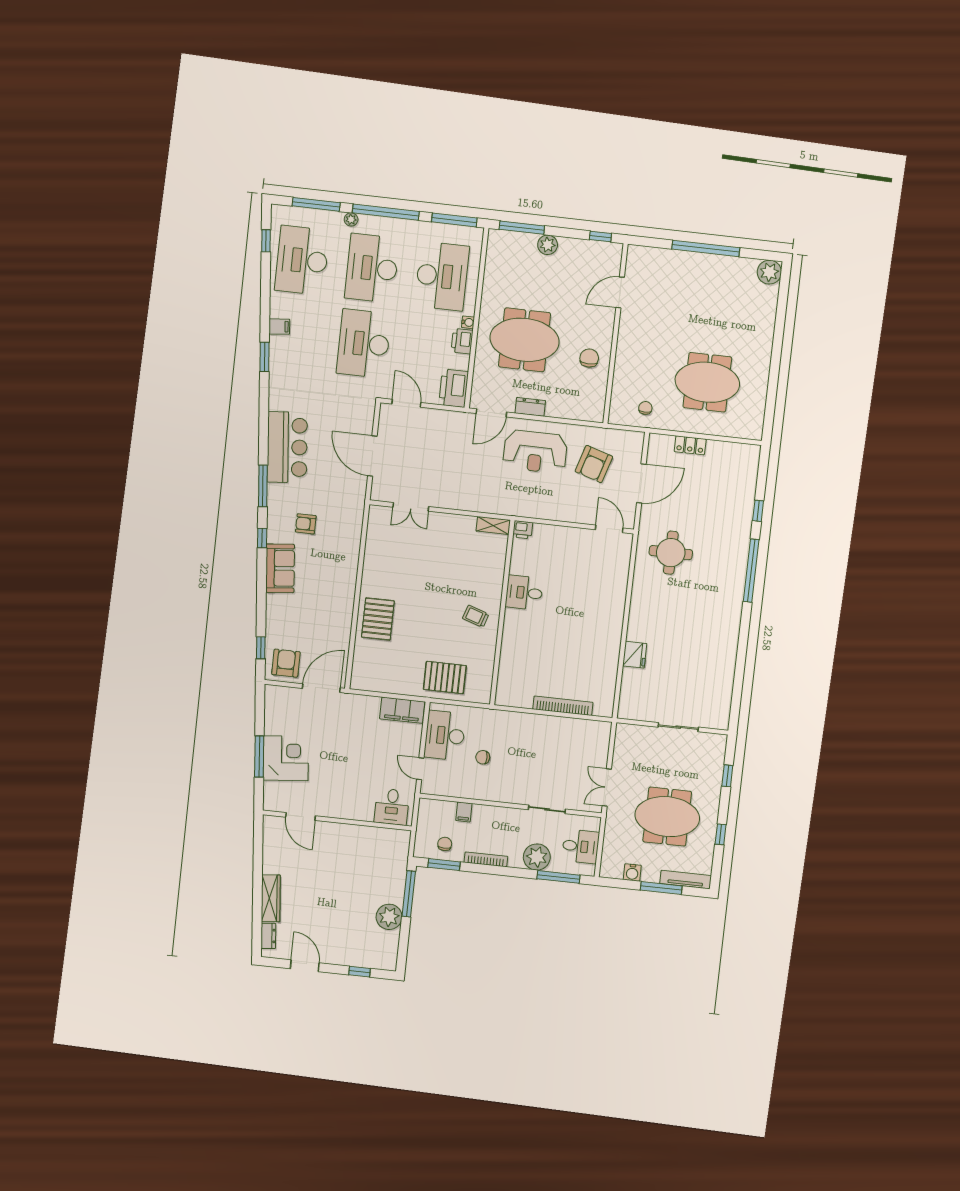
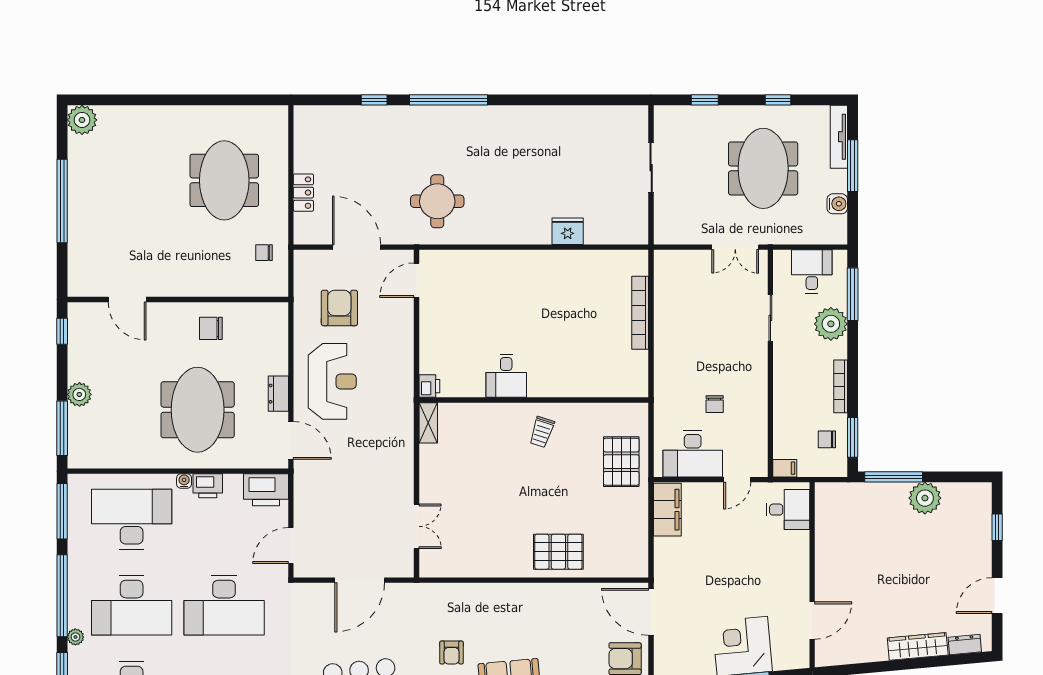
armchair: (594, 464) -> (339, 308), turned -107
filing cabinet: (464, 812) -> (785, 468), moved

